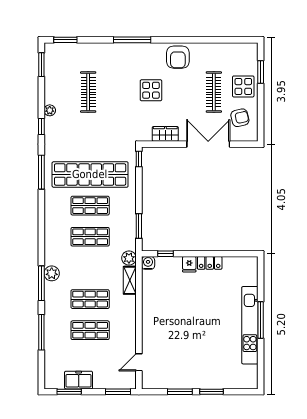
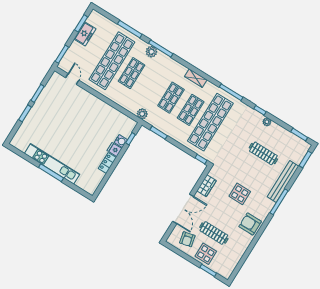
bench: (106, 50) -> (283, 181), added
water cooler: (148, 263) -> (121, 141), moved
plant: (52, 273) -> (151, 52), moved
shelving: (130, 280) -> (196, 78), moved
shop shelf: (90, 330) -> (112, 61), width x2.00, depth x1.36

